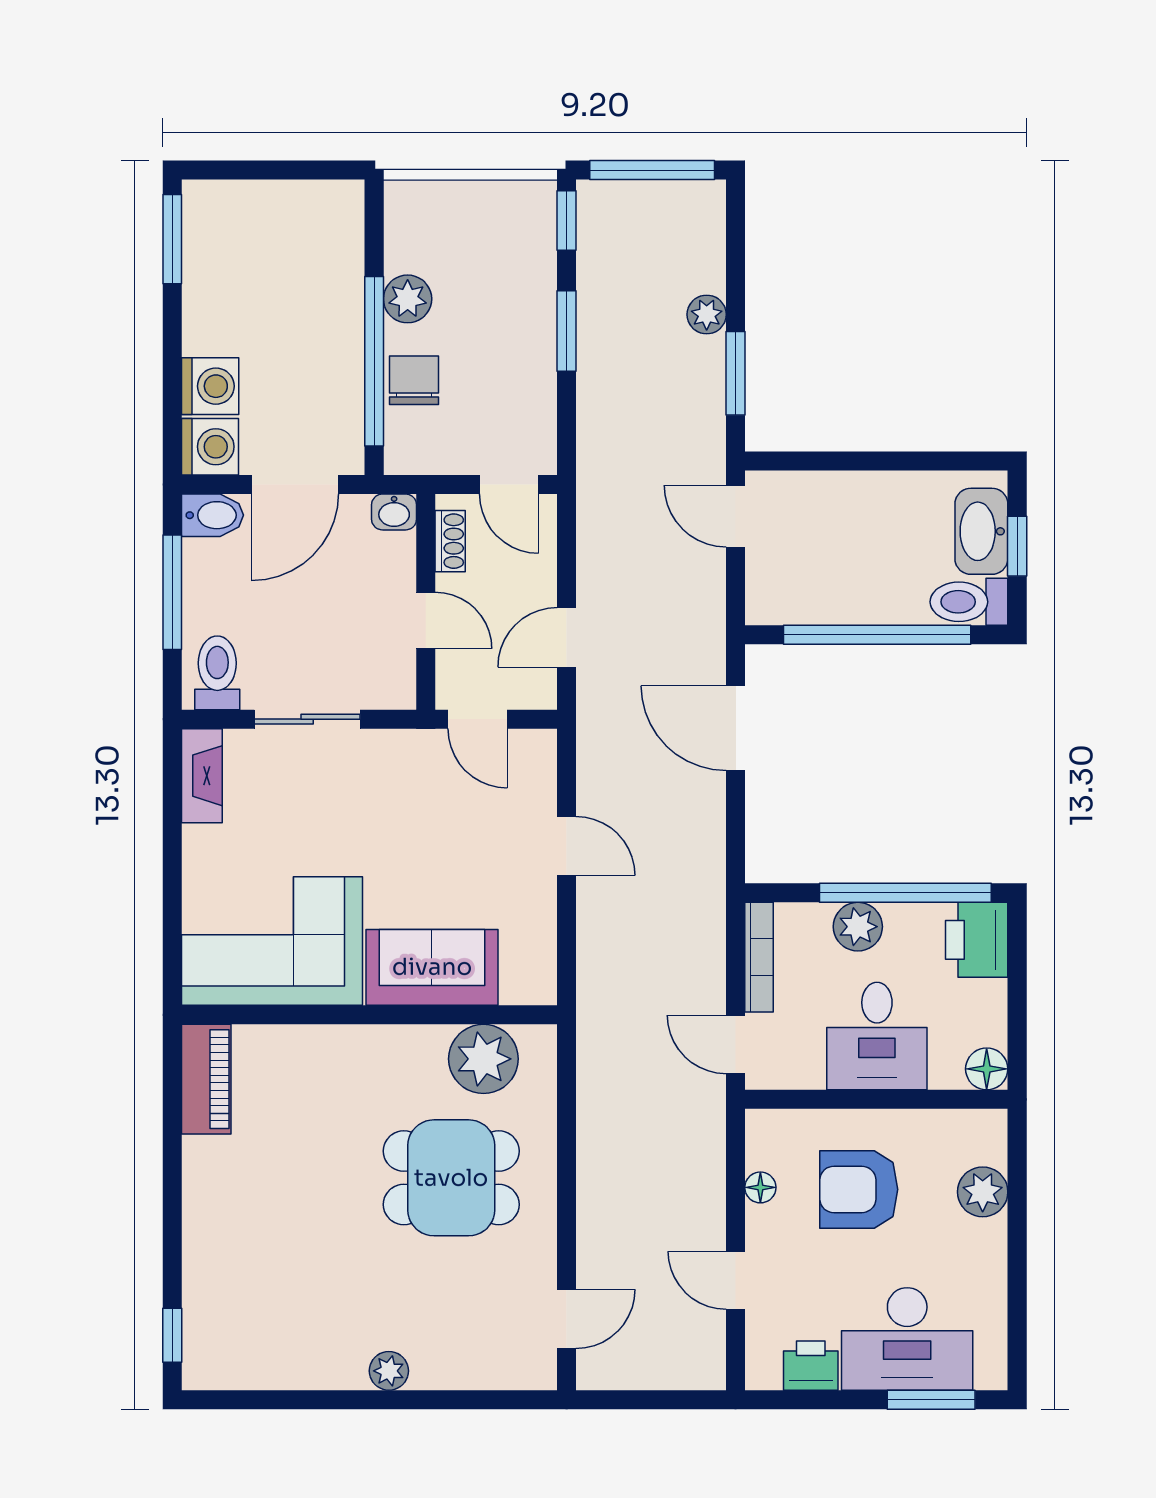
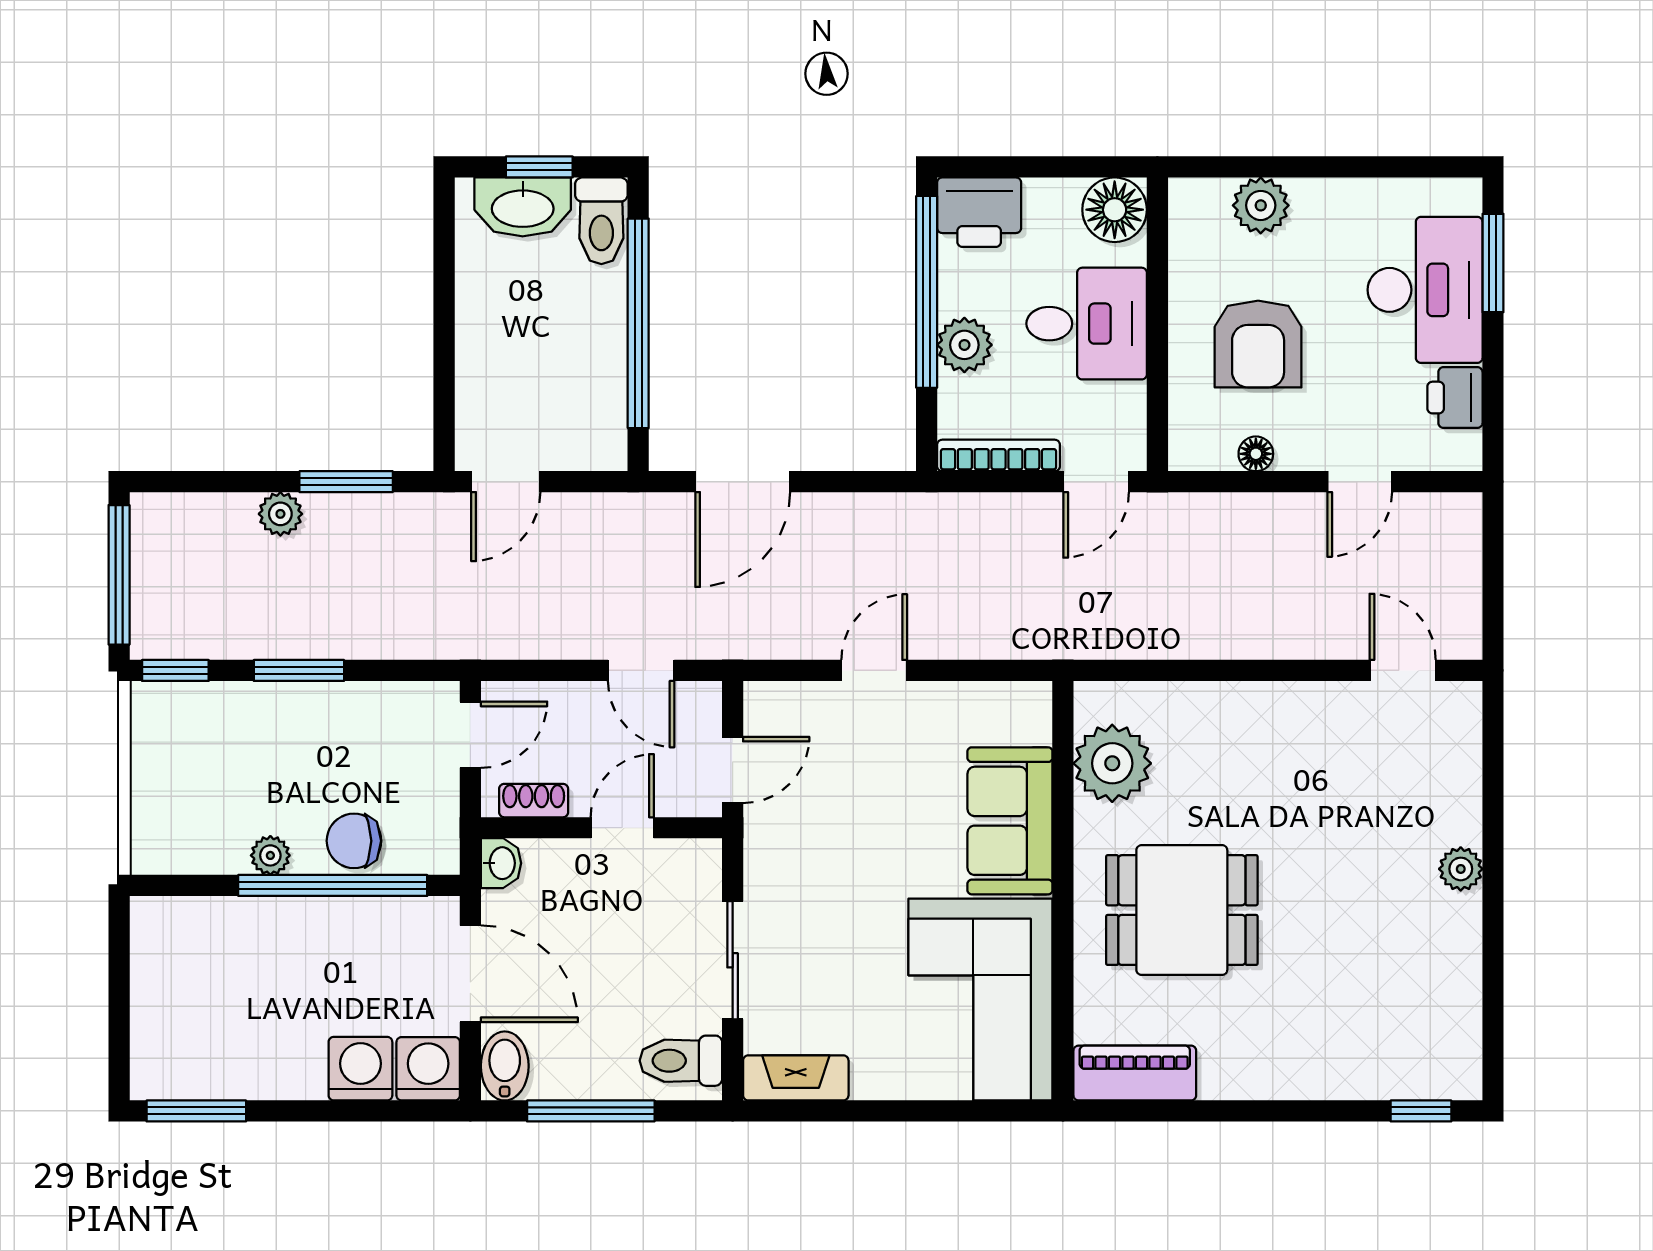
plant: (408, 299) -> (270, 855), width x0.73, depth x0.73
floor lamp: (987, 1069) -> (1115, 210), width x1.38, depth x1.38
dining table: (451, 1178) -> (1182, 910), moved, turned 90

